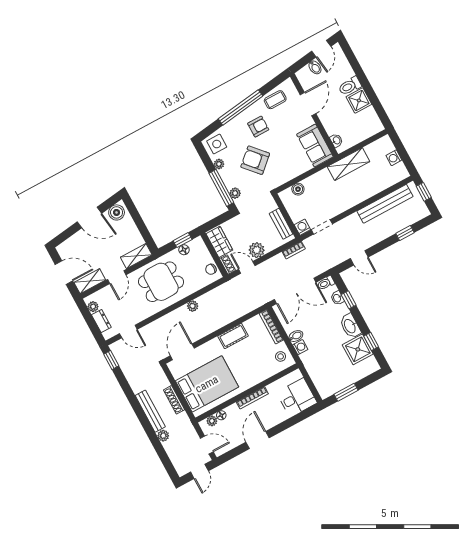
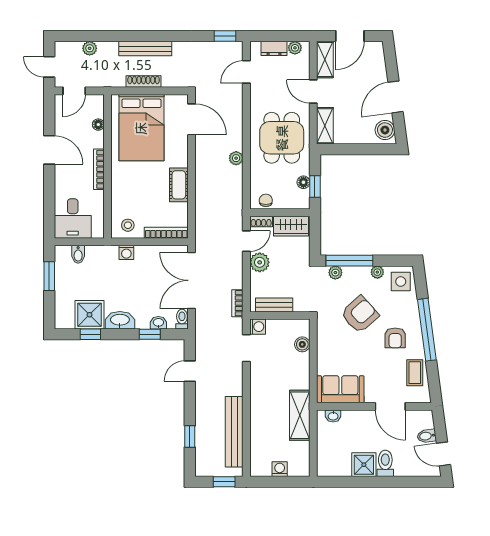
bidet: (296, 336) -> (78, 254), moved
plant: (212, 421) -> (98, 111), removed
plant: (163, 436) -> (90, 48), moved

